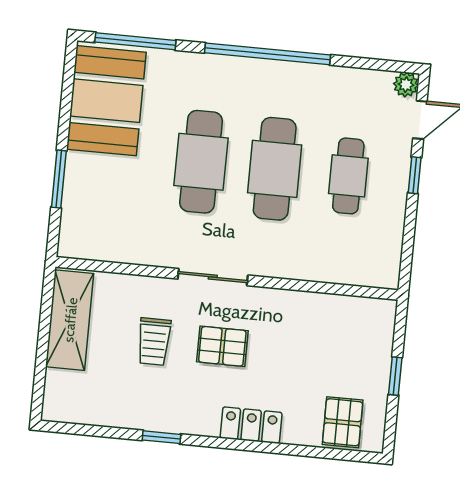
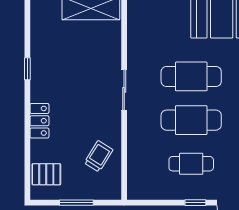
trolley: (154, 342) -> (99, 156), moved, turned 122
pallet: (222, 346) -> (84, 99), removed
window: (395, 376) -> (76, 203), width x1.50

